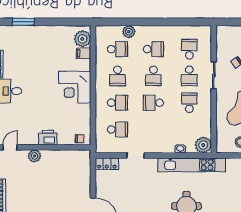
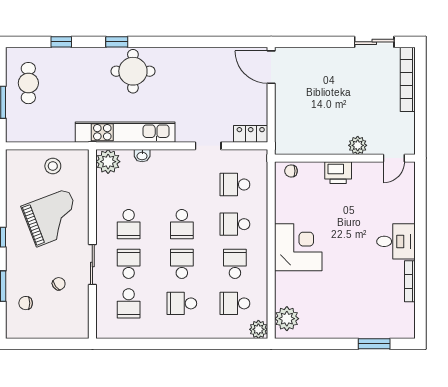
plant: (129, 32) -> (258, 329), moved
filing cabinet: (84, 53) -> (285, 297), removed
school desk: (153, 103) -> (182, 224), turned 90

